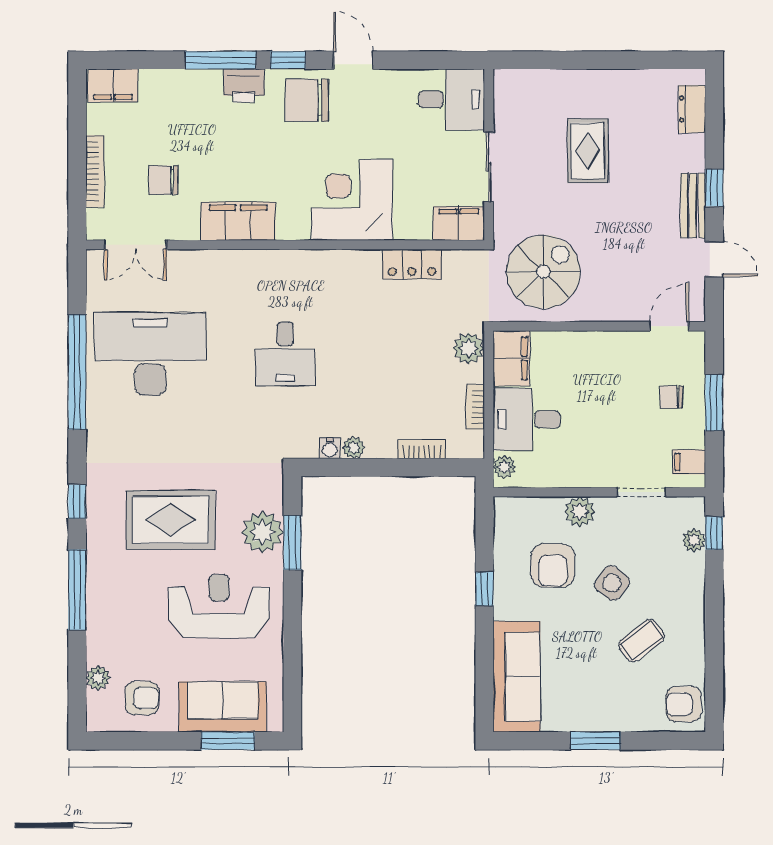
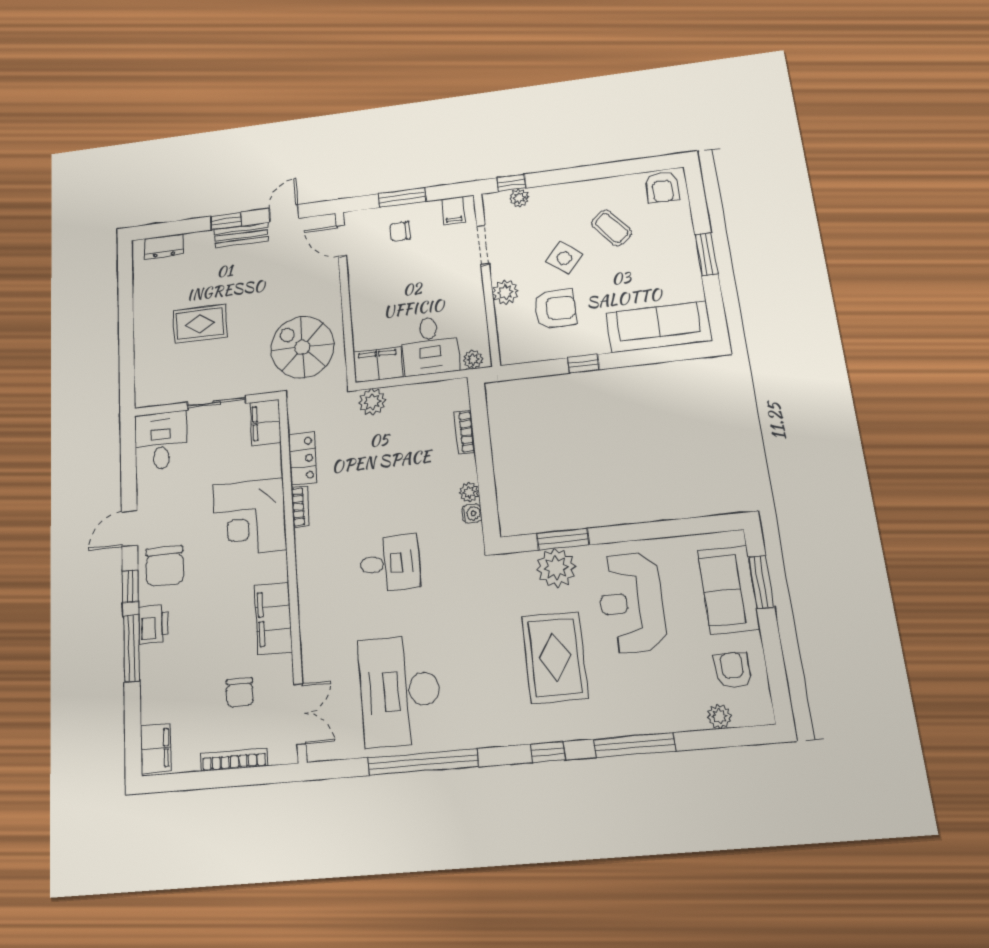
chair: (671, 397) -> (400, 231), turned 90
bookcase: (475, 407) -> (300, 507), moved, turned -90

